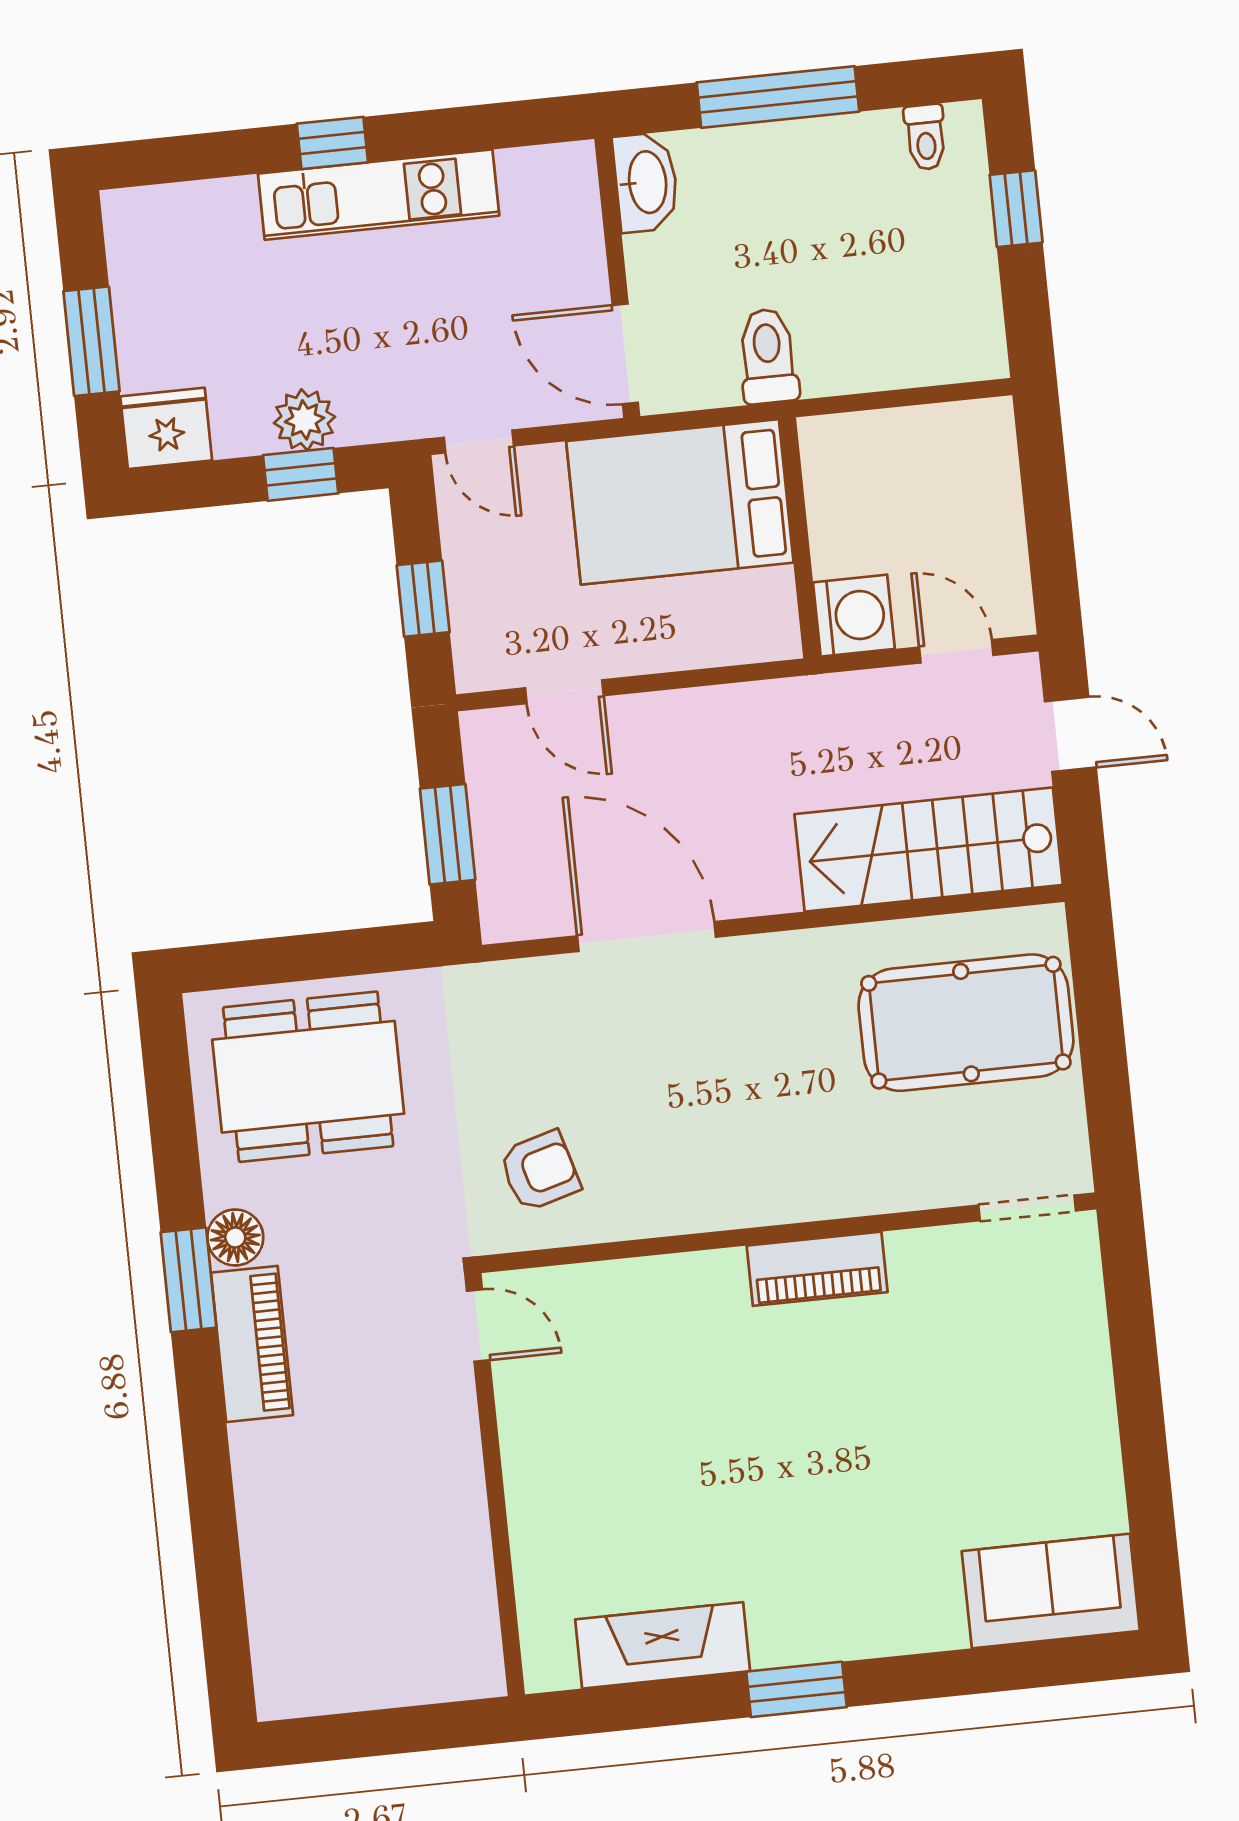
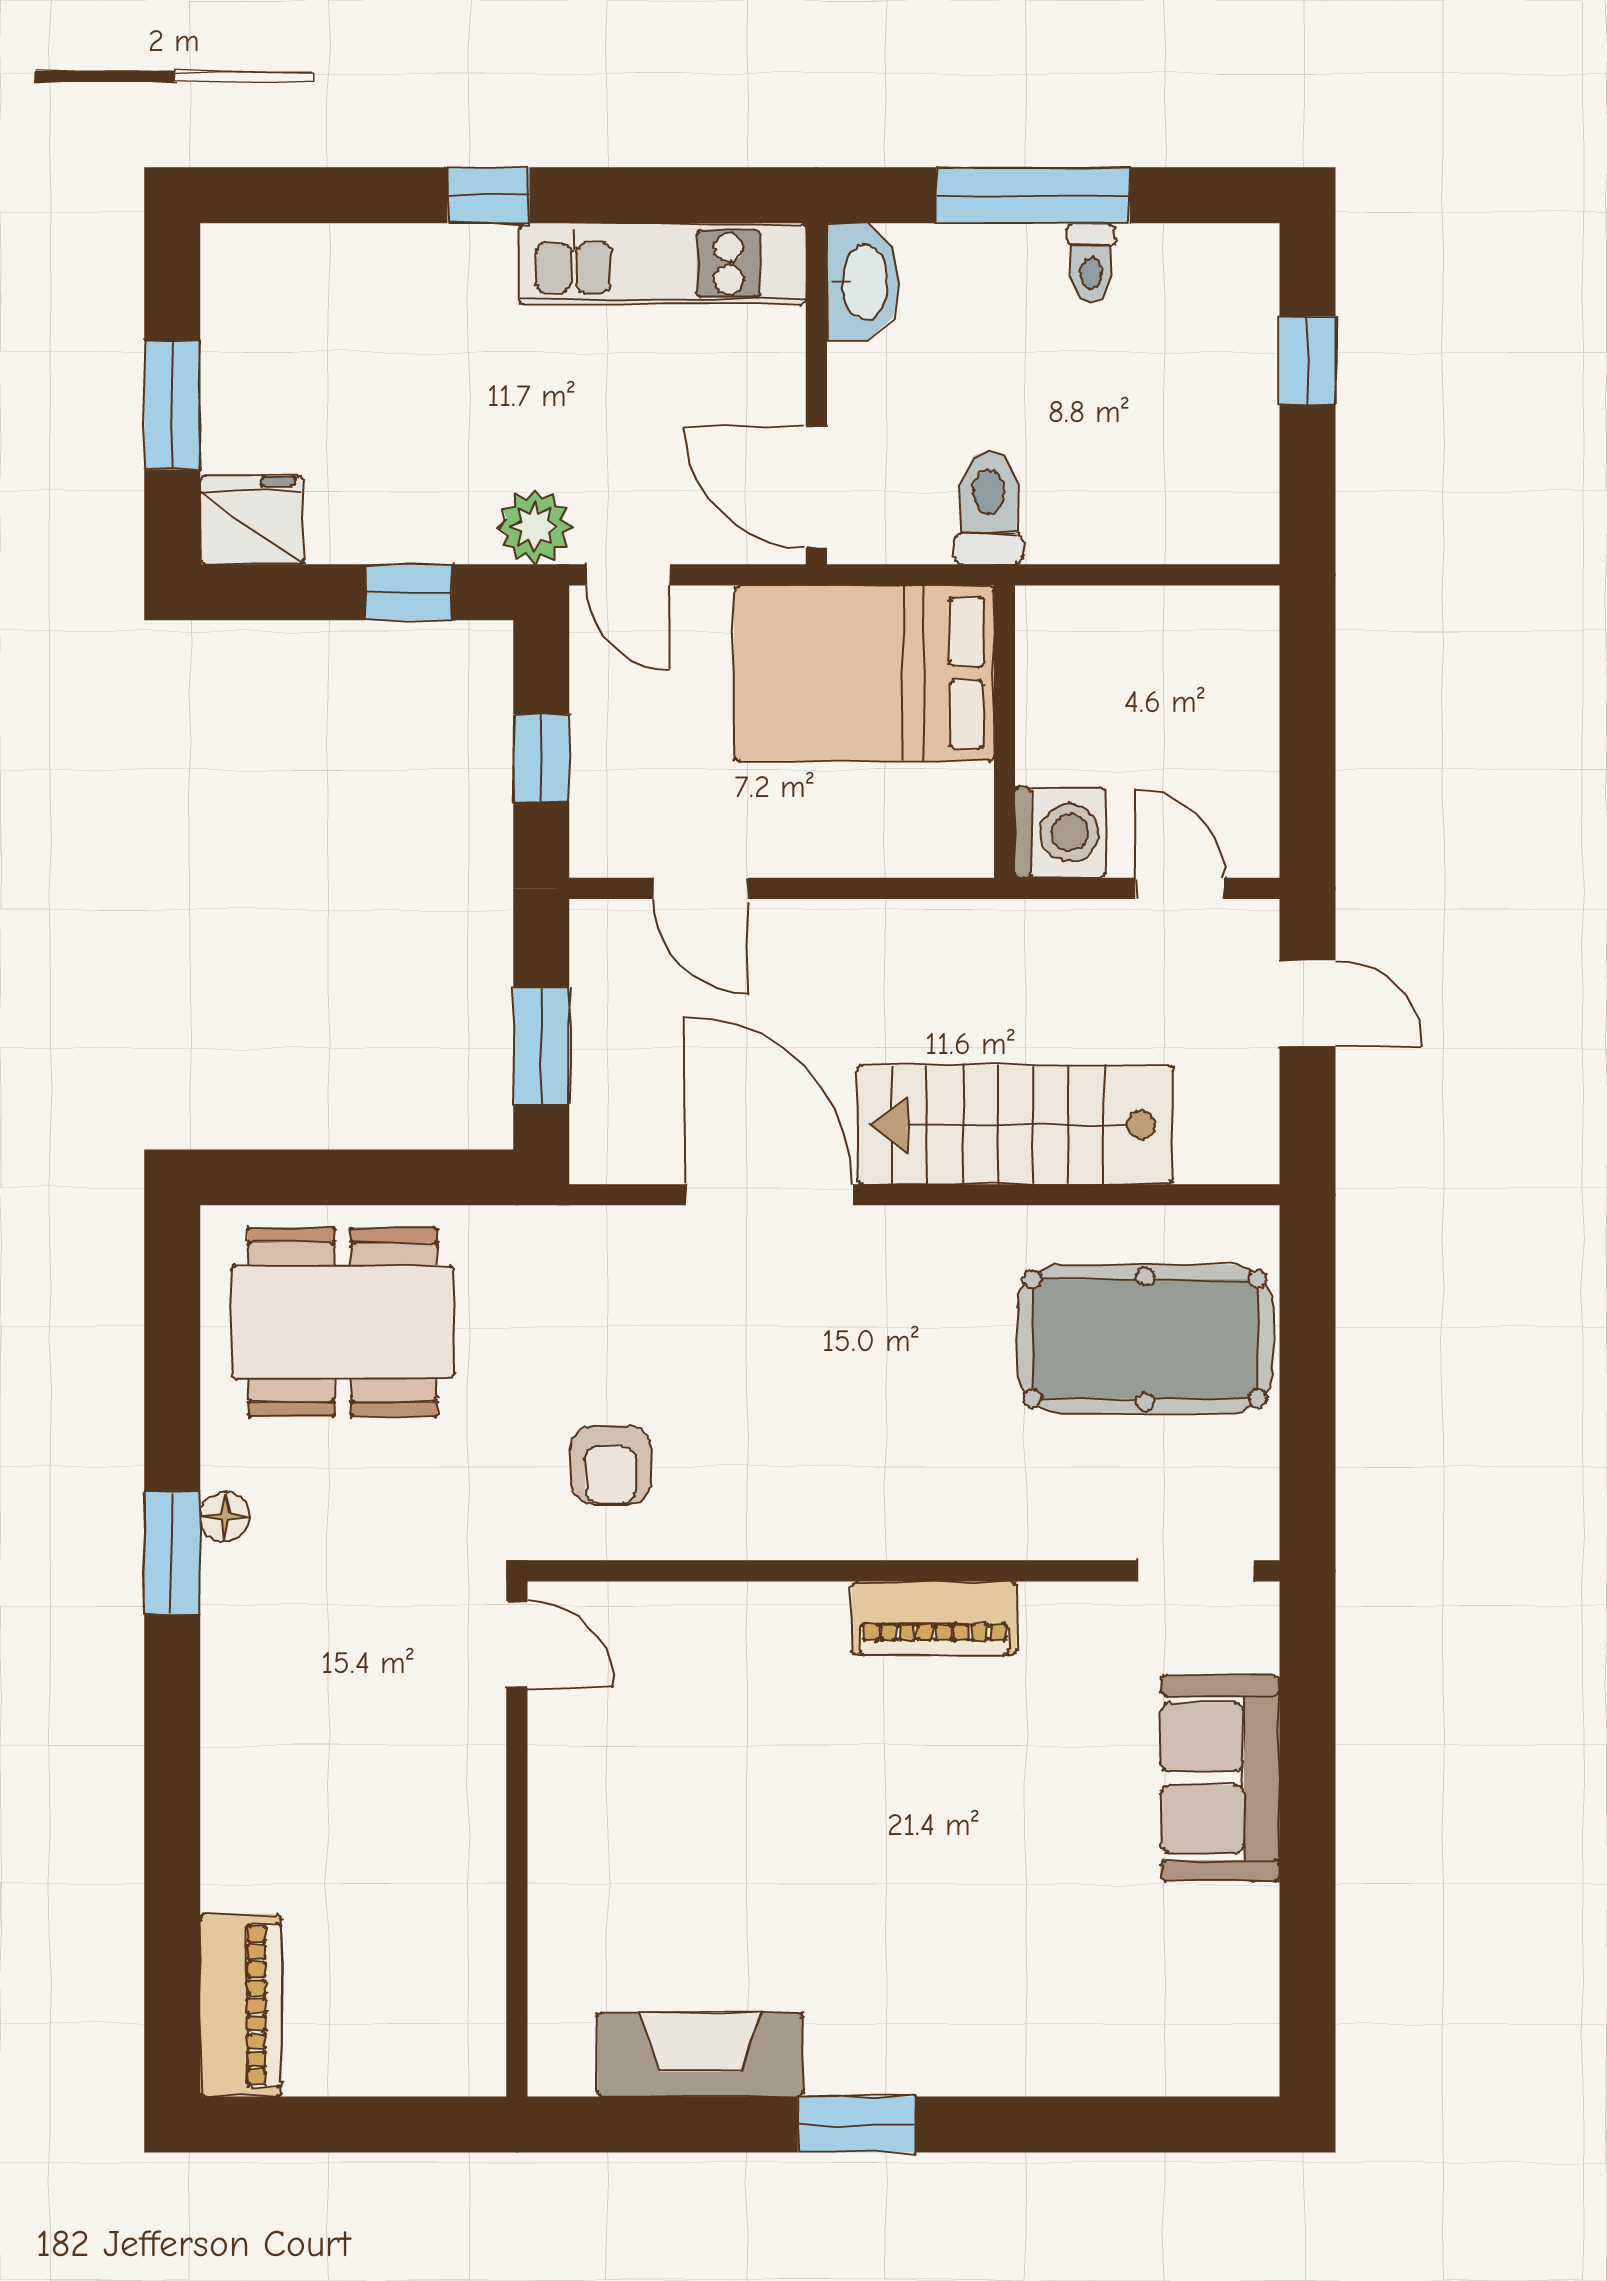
toilet: (926, 137) -> (1091, 262), moved
kitchen unit: (379, 195) -> (663, 264), moved
plant: (304, 420) -> (535, 527), moved
stairs: (929, 849) -> (1015, 1125), moved
armchair: (540, 1171) -> (611, 1465), turned 106
floor lamp: (235, 1237) -> (225, 1517), width x0.73, depth x0.73
piano: (252, 1344) -> (241, 2005), moved
sofa: (1051, 1591) -> (1220, 1778), moved, turned -90

